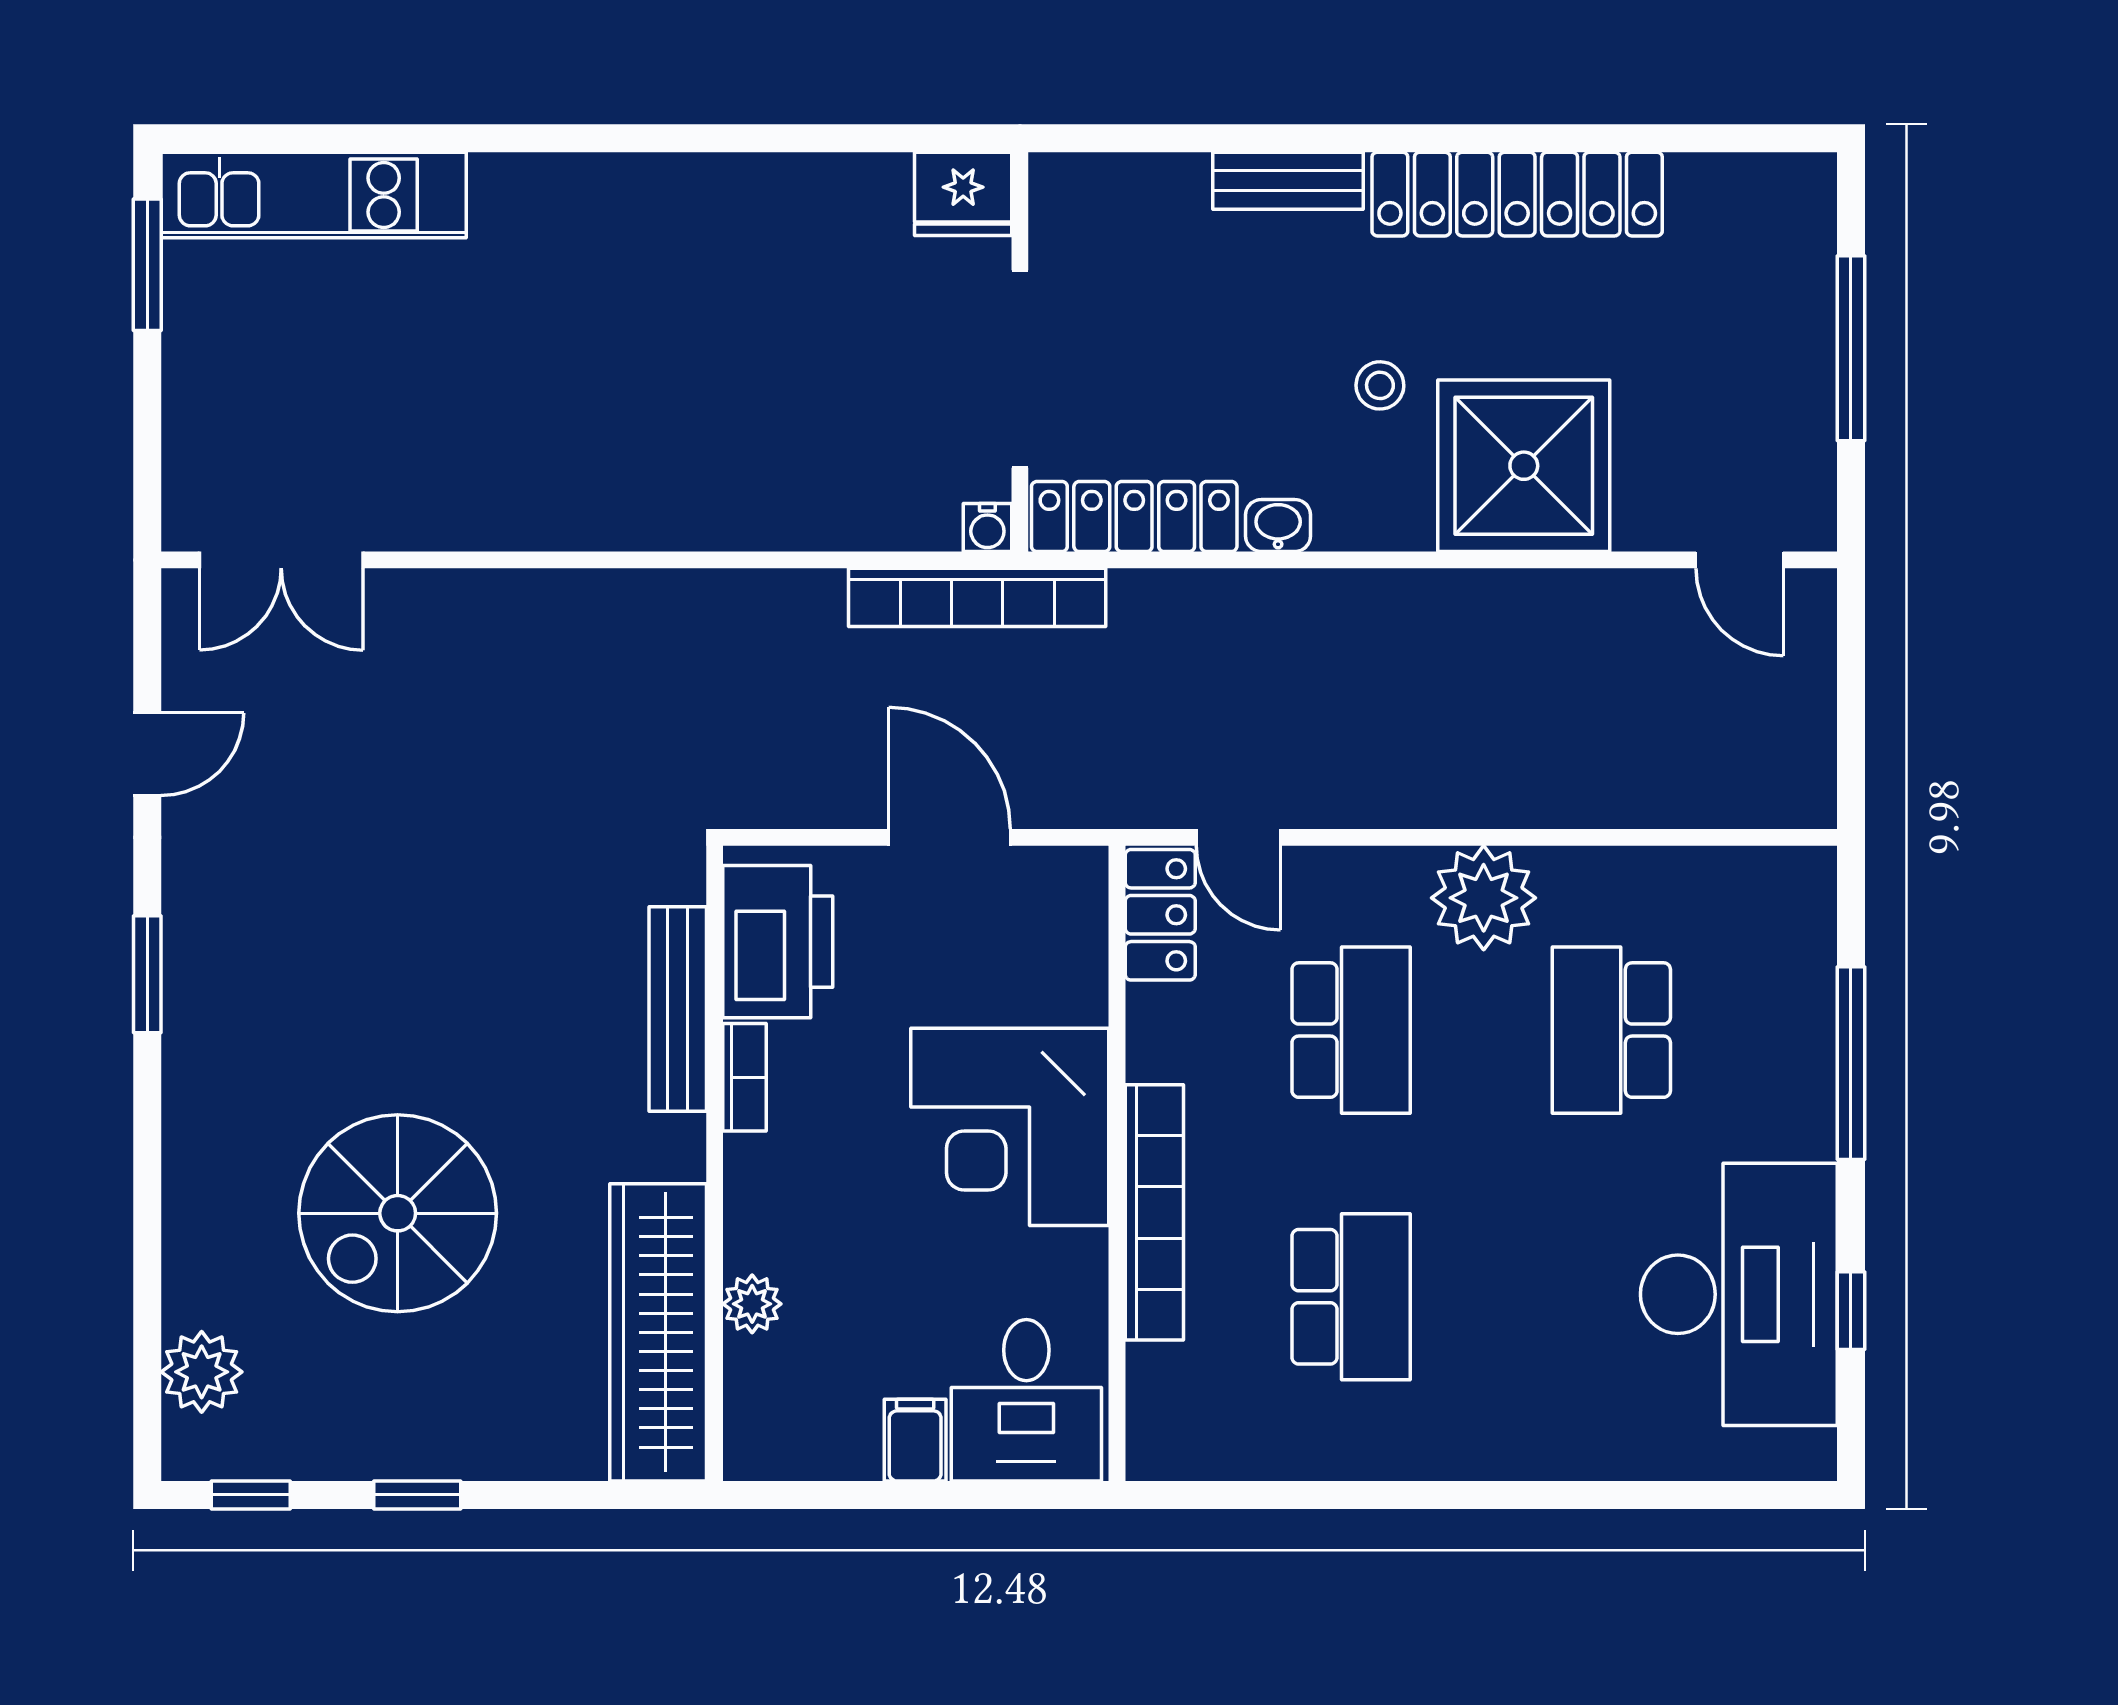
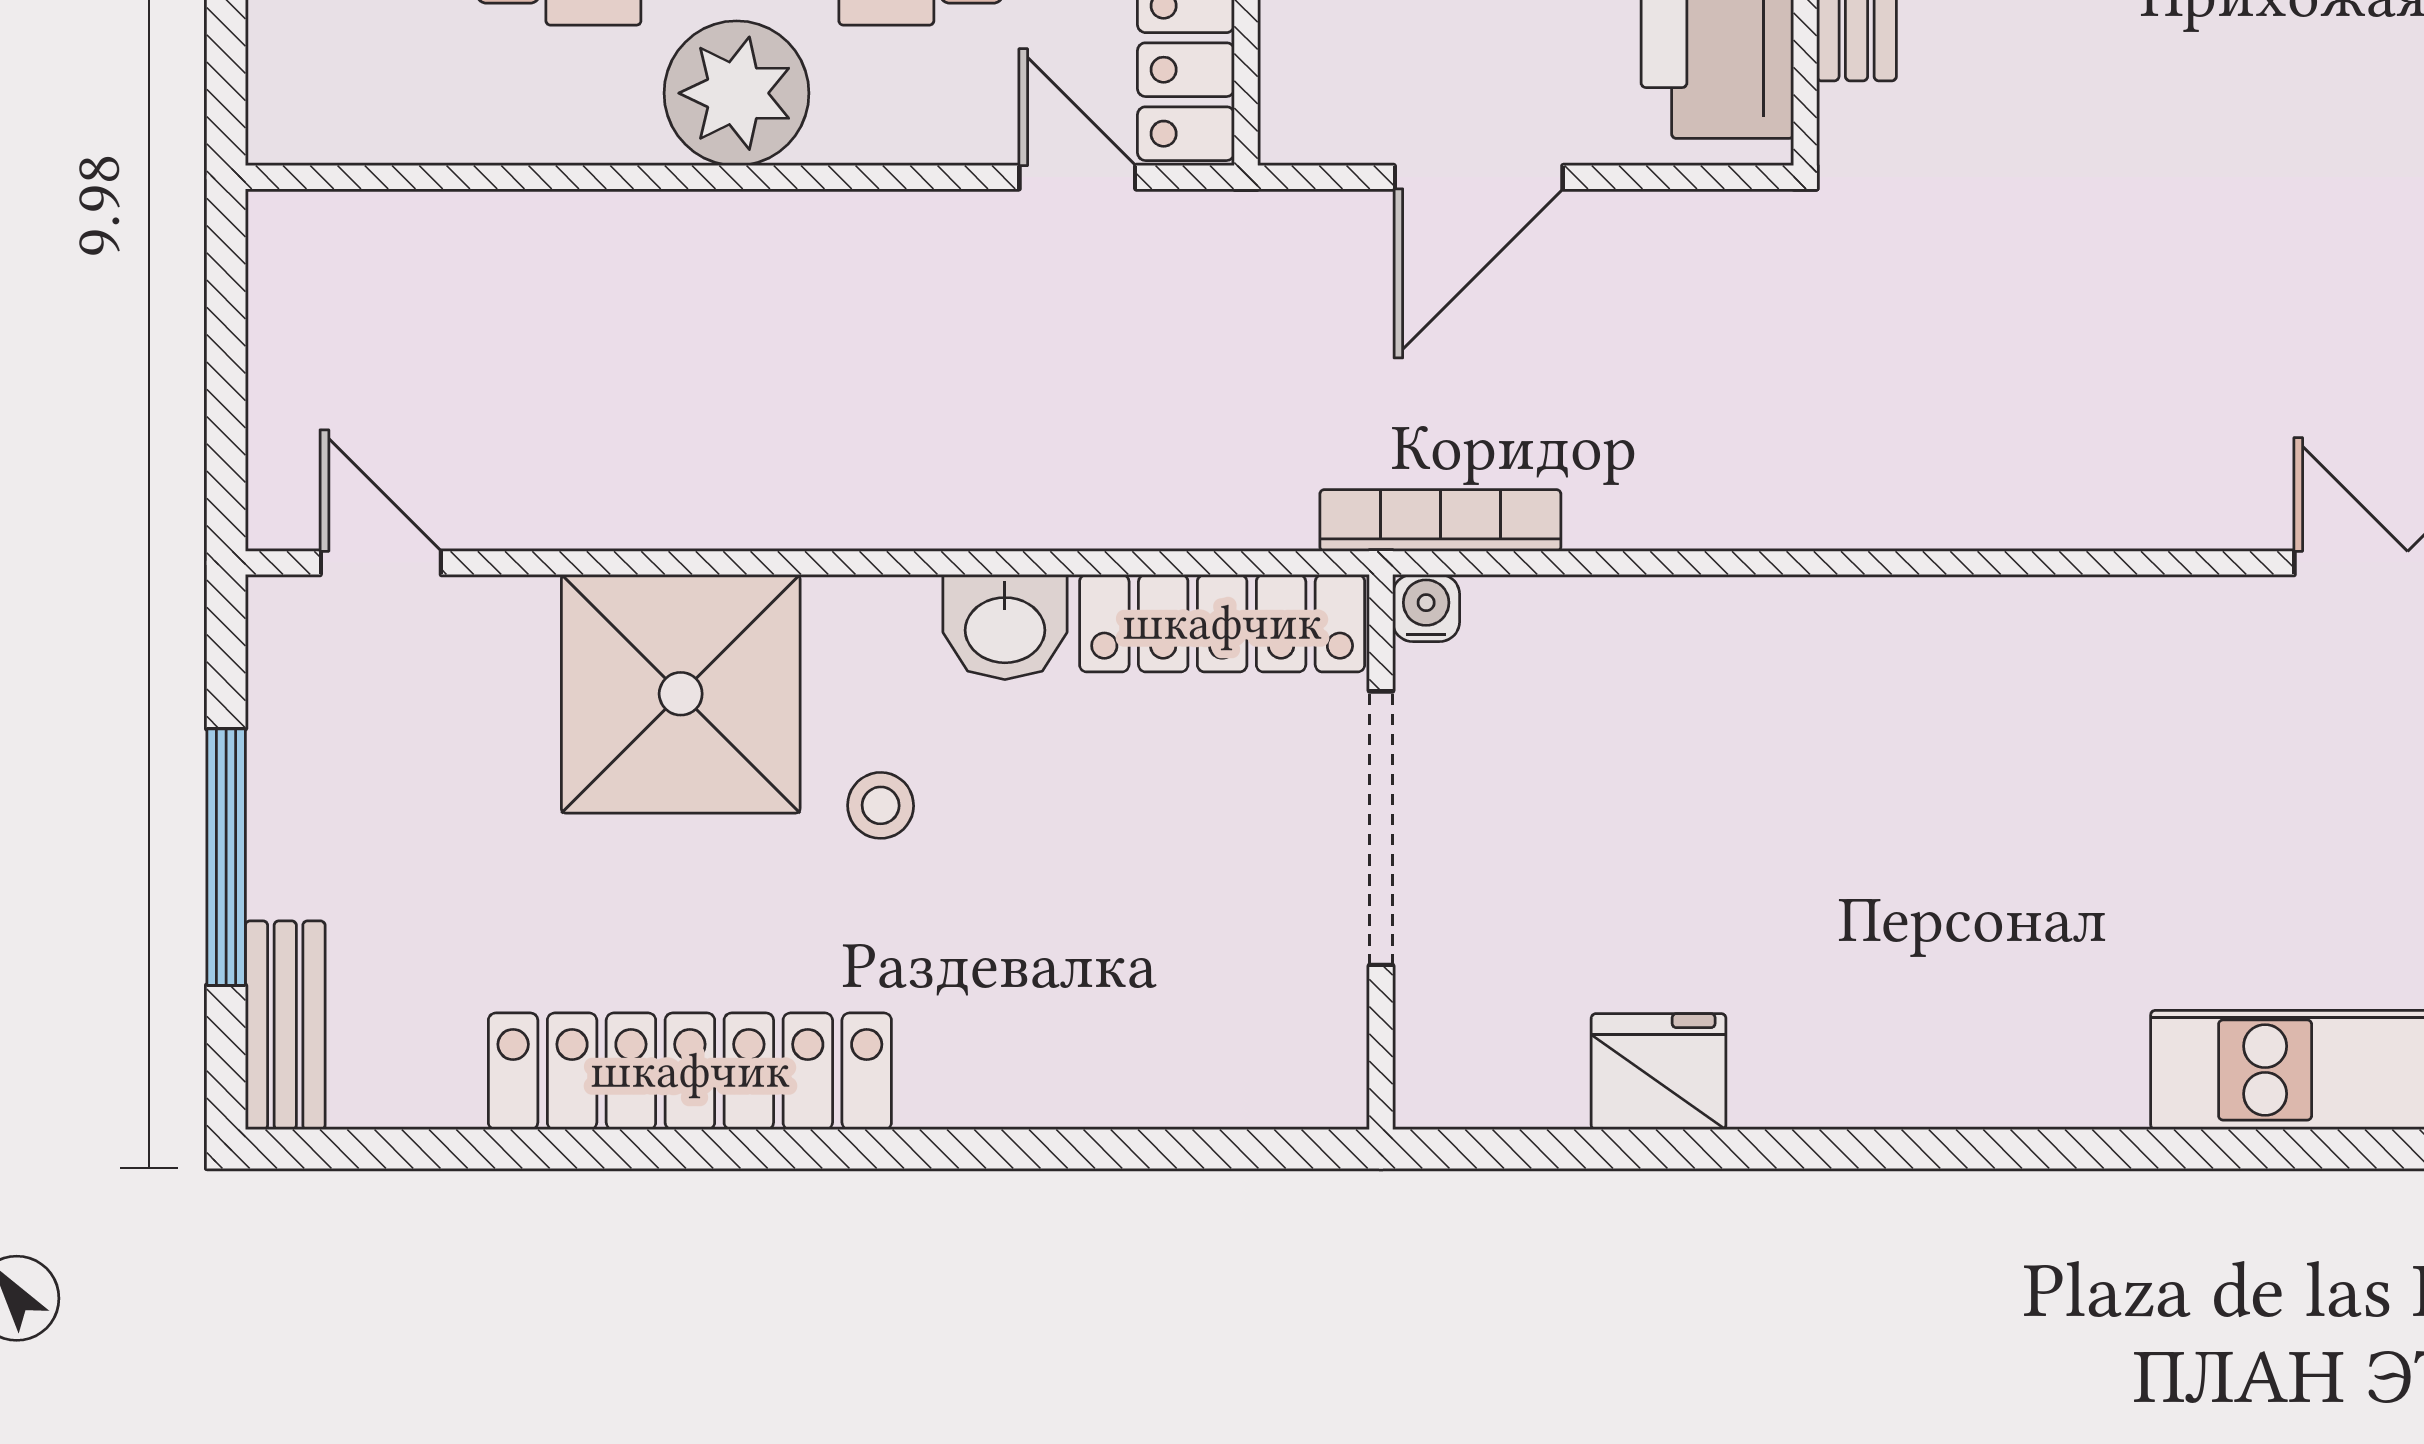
bench: (1288, 181) -> (285, 1025), moved, turned 90
fridge: (963, 194) -> (1659, 1072), moved
washbasin: (1278, 525) -> (1005, 627), width x1.38, depth x1.45
bookcase: (977, 597) -> (1440, 520), width x0.68, depth x0.76
door: (950, 837) -> (1479, 177), hinge flipped

